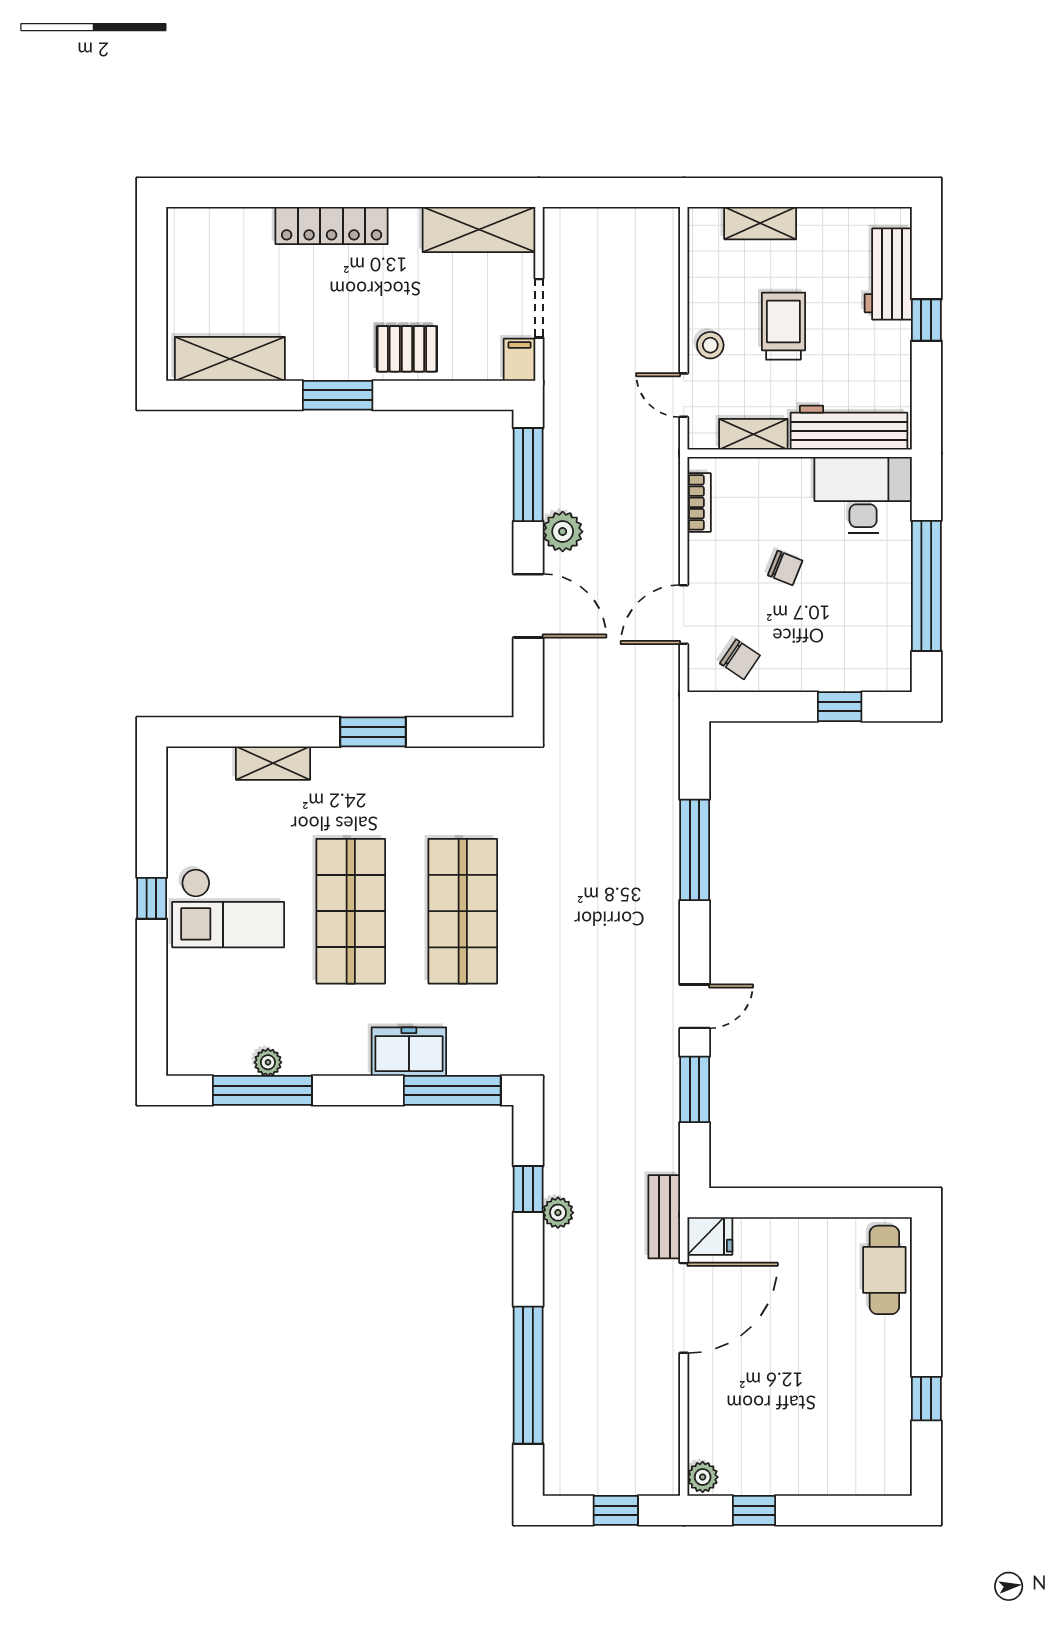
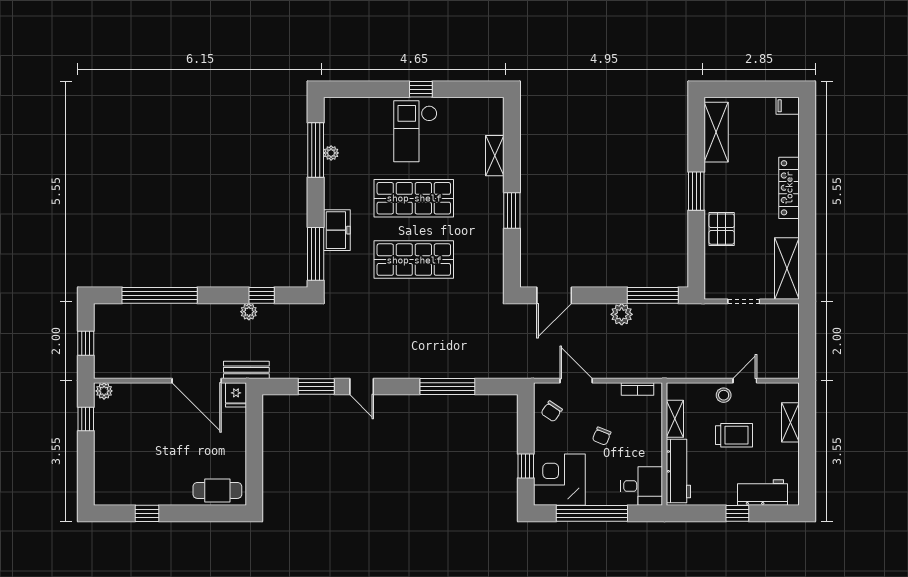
filing cabinet: (519, 360) -> (788, 106), moved, turned 180
door: (684, 395) -> (745, 381), moved
desk: (863, 495) -> (642, 486), width x0.73
door: (528, 606) -> (554, 295), moved
corner desk: (865, 645) -> (559, 480), added

